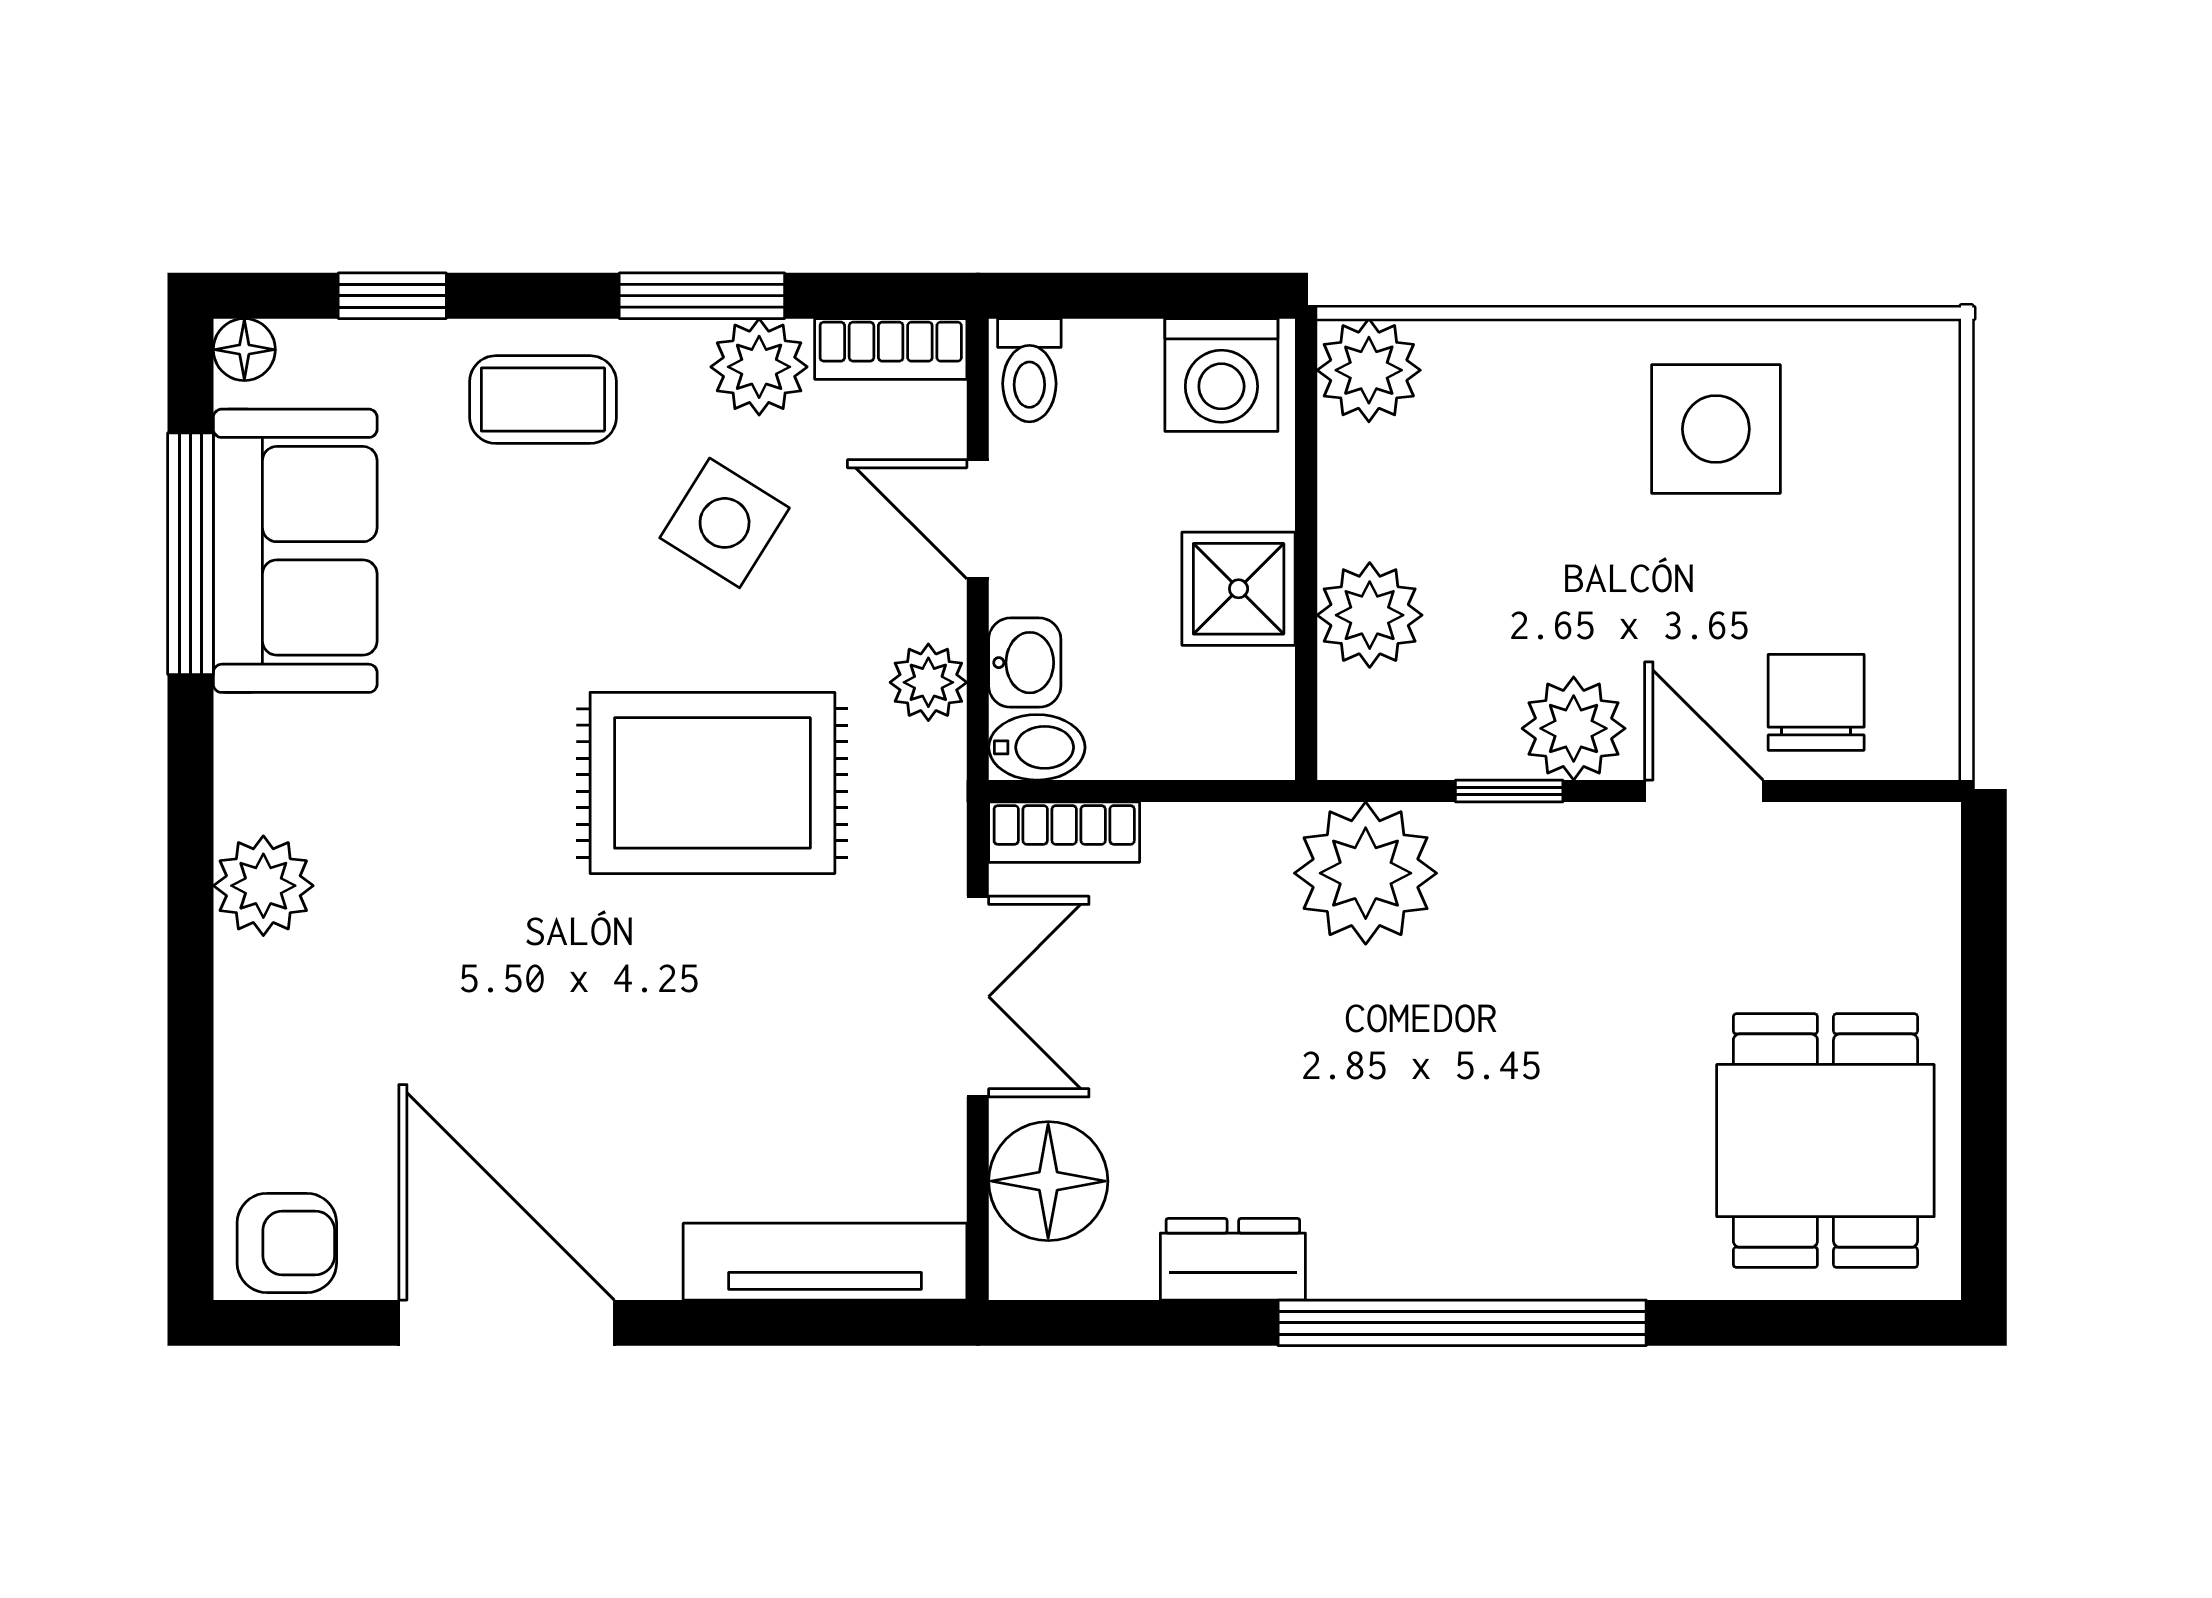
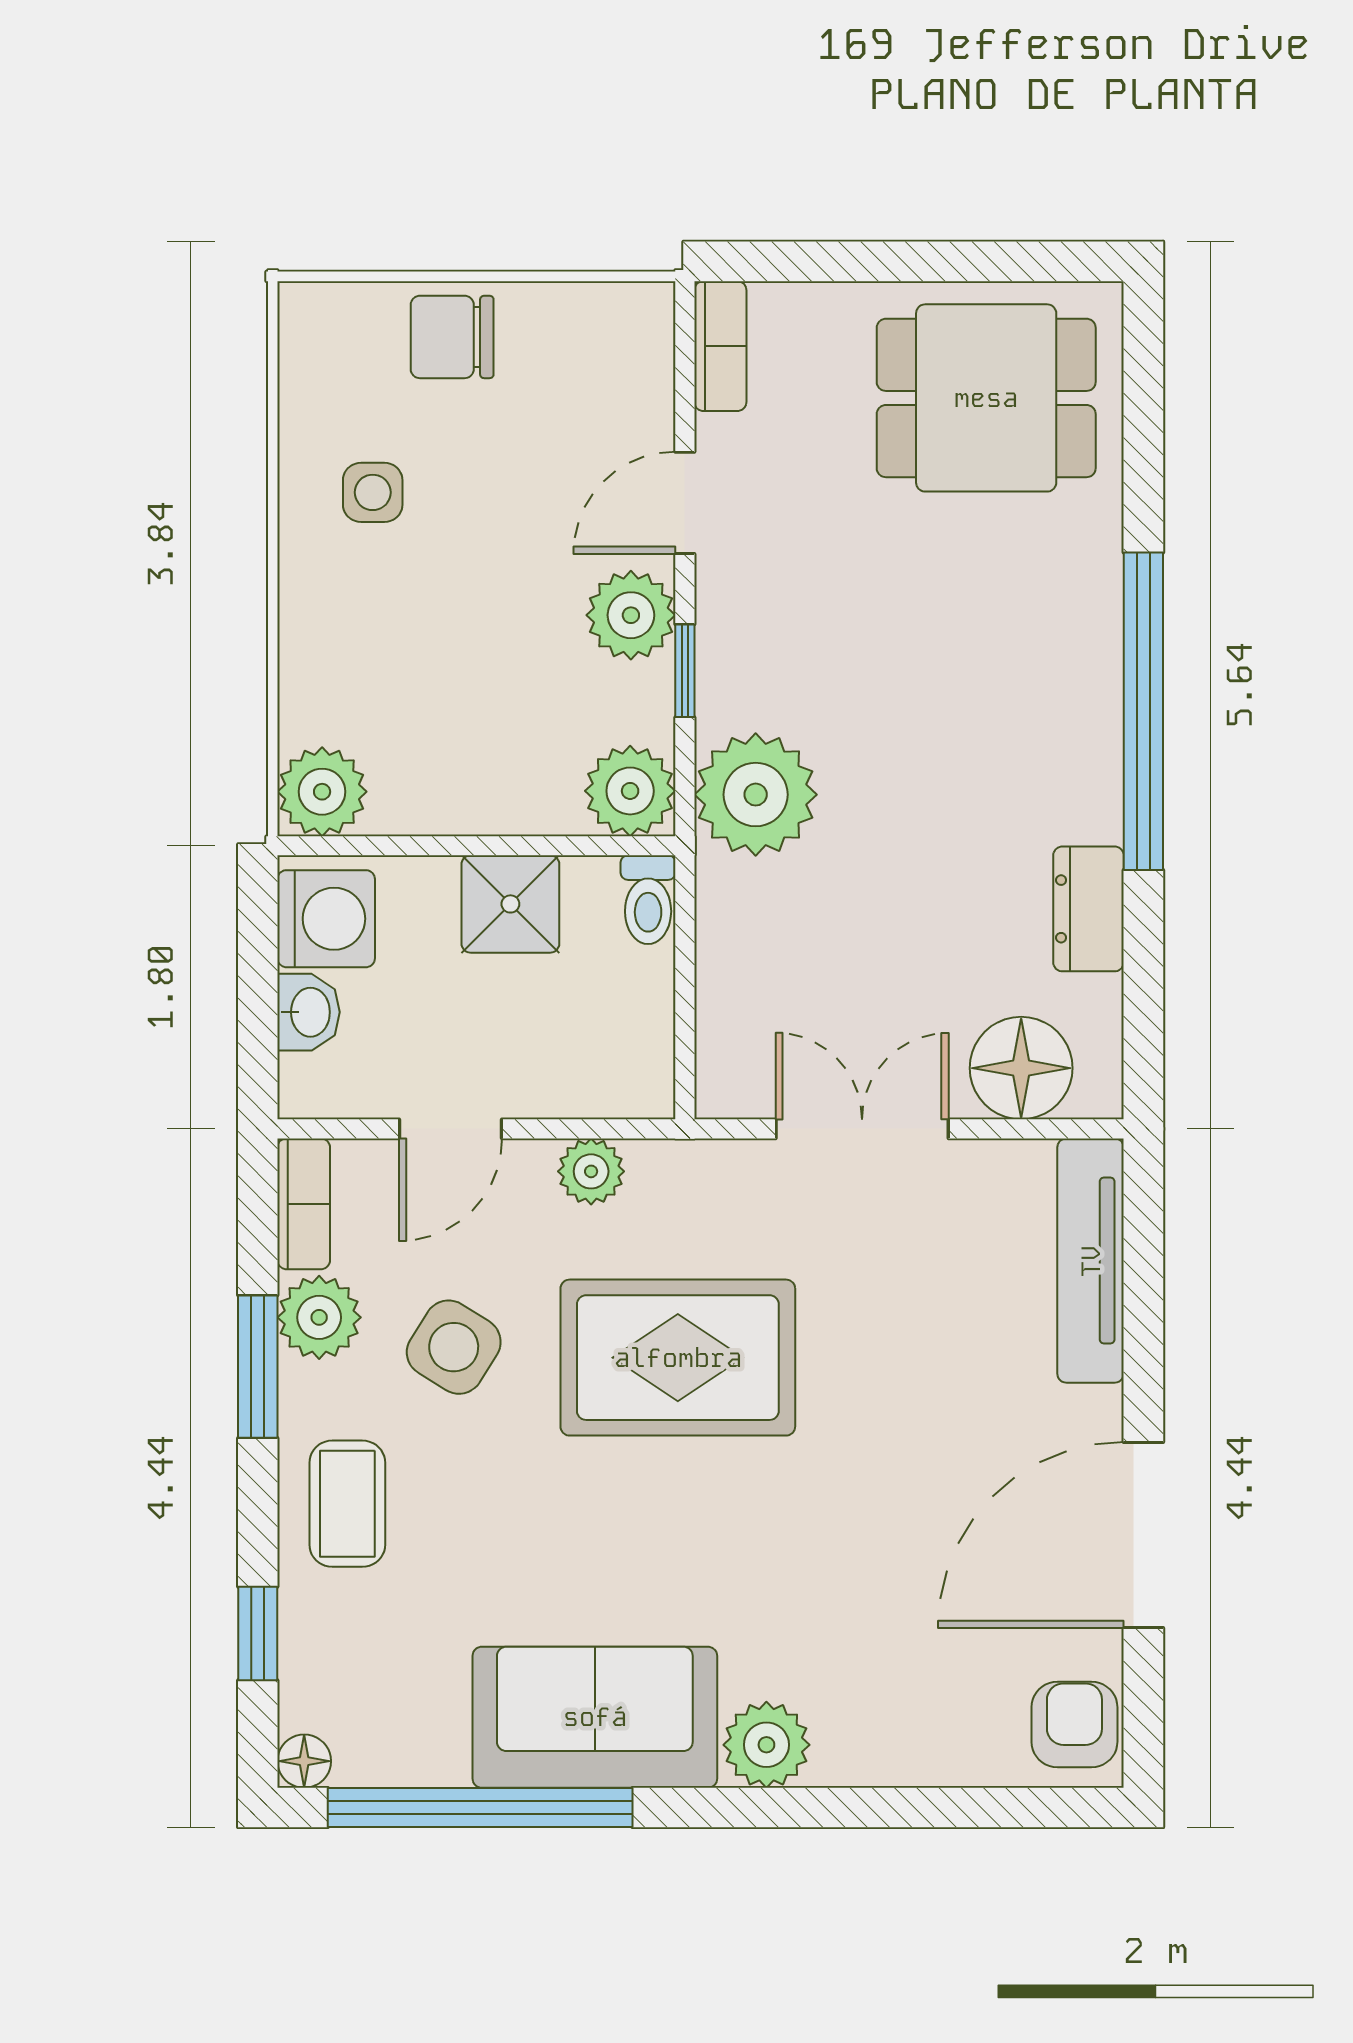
toilet: (1029, 370) -> (648, 900), moved, turned 90
side table: (1716, 429) -> (373, 492), width x0.54, depth x0.54
sofa: (295, 551) -> (595, 1717), moved
window: (190, 554) -> (480, 1808), width x1.46
plant: (1370, 615) -> (630, 791), moved
washbasin: (1025, 663) -> (309, 1012), moved, turned 90
chair: (1816, 702) -> (452, 337), moved
bidet: (1037, 747) -> (647, 1078), removed
rug: (712, 783) -> (678, 1358), turned 90
bookcase: (1064, 832) -> (720, 346), moved

